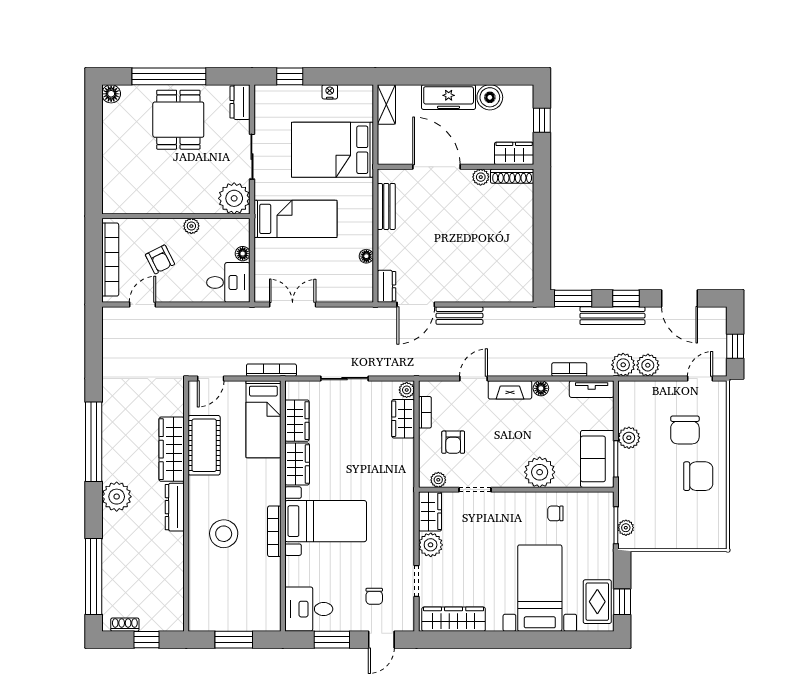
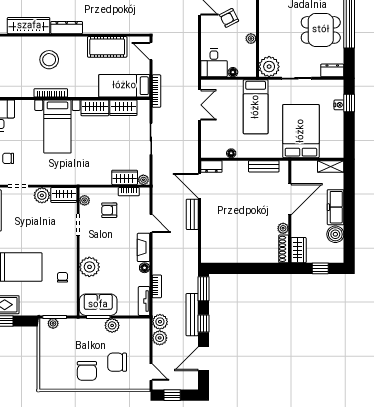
nightstand: (330, 92) -> (339, 105), moved
wardrobe: (172, 449) -> (29, 26), moved

